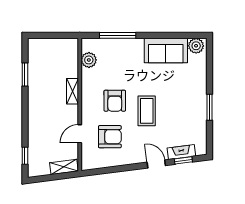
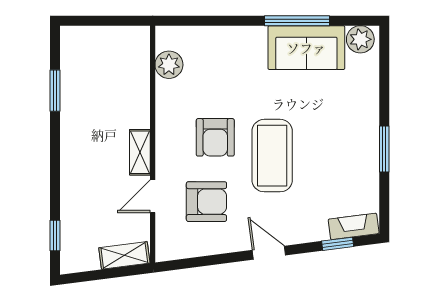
window: (118, 35) -> (297, 21), moved
shelving: (73, 91) -> (140, 152), moved
coffee table: (147, 111) -> (272, 156), width x1.36, depth x1.32
fireplace: (181, 152) -> (354, 226), moved
door: (156, 164) -> (269, 253), moved

